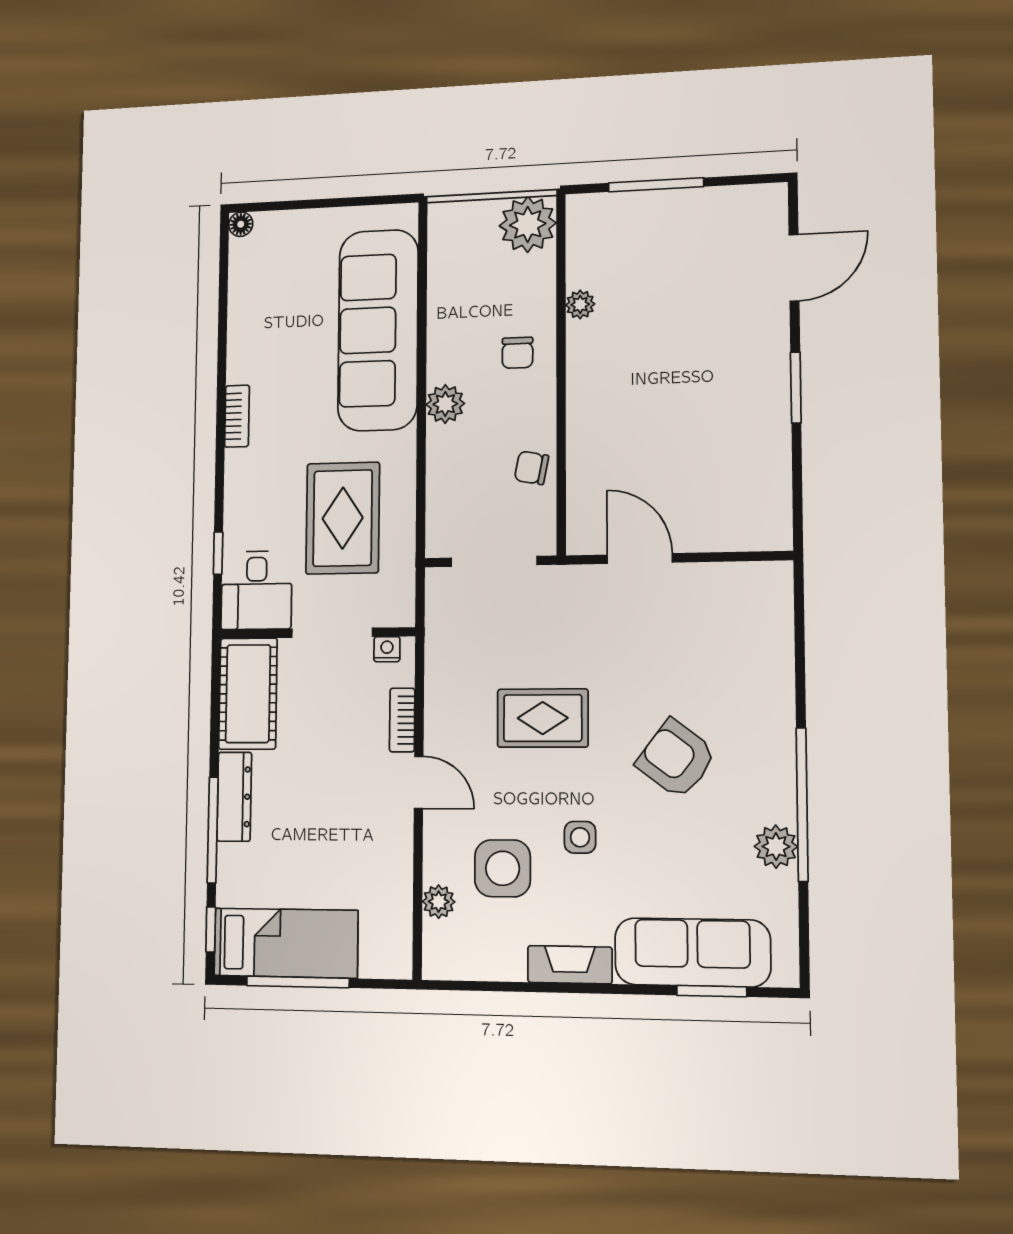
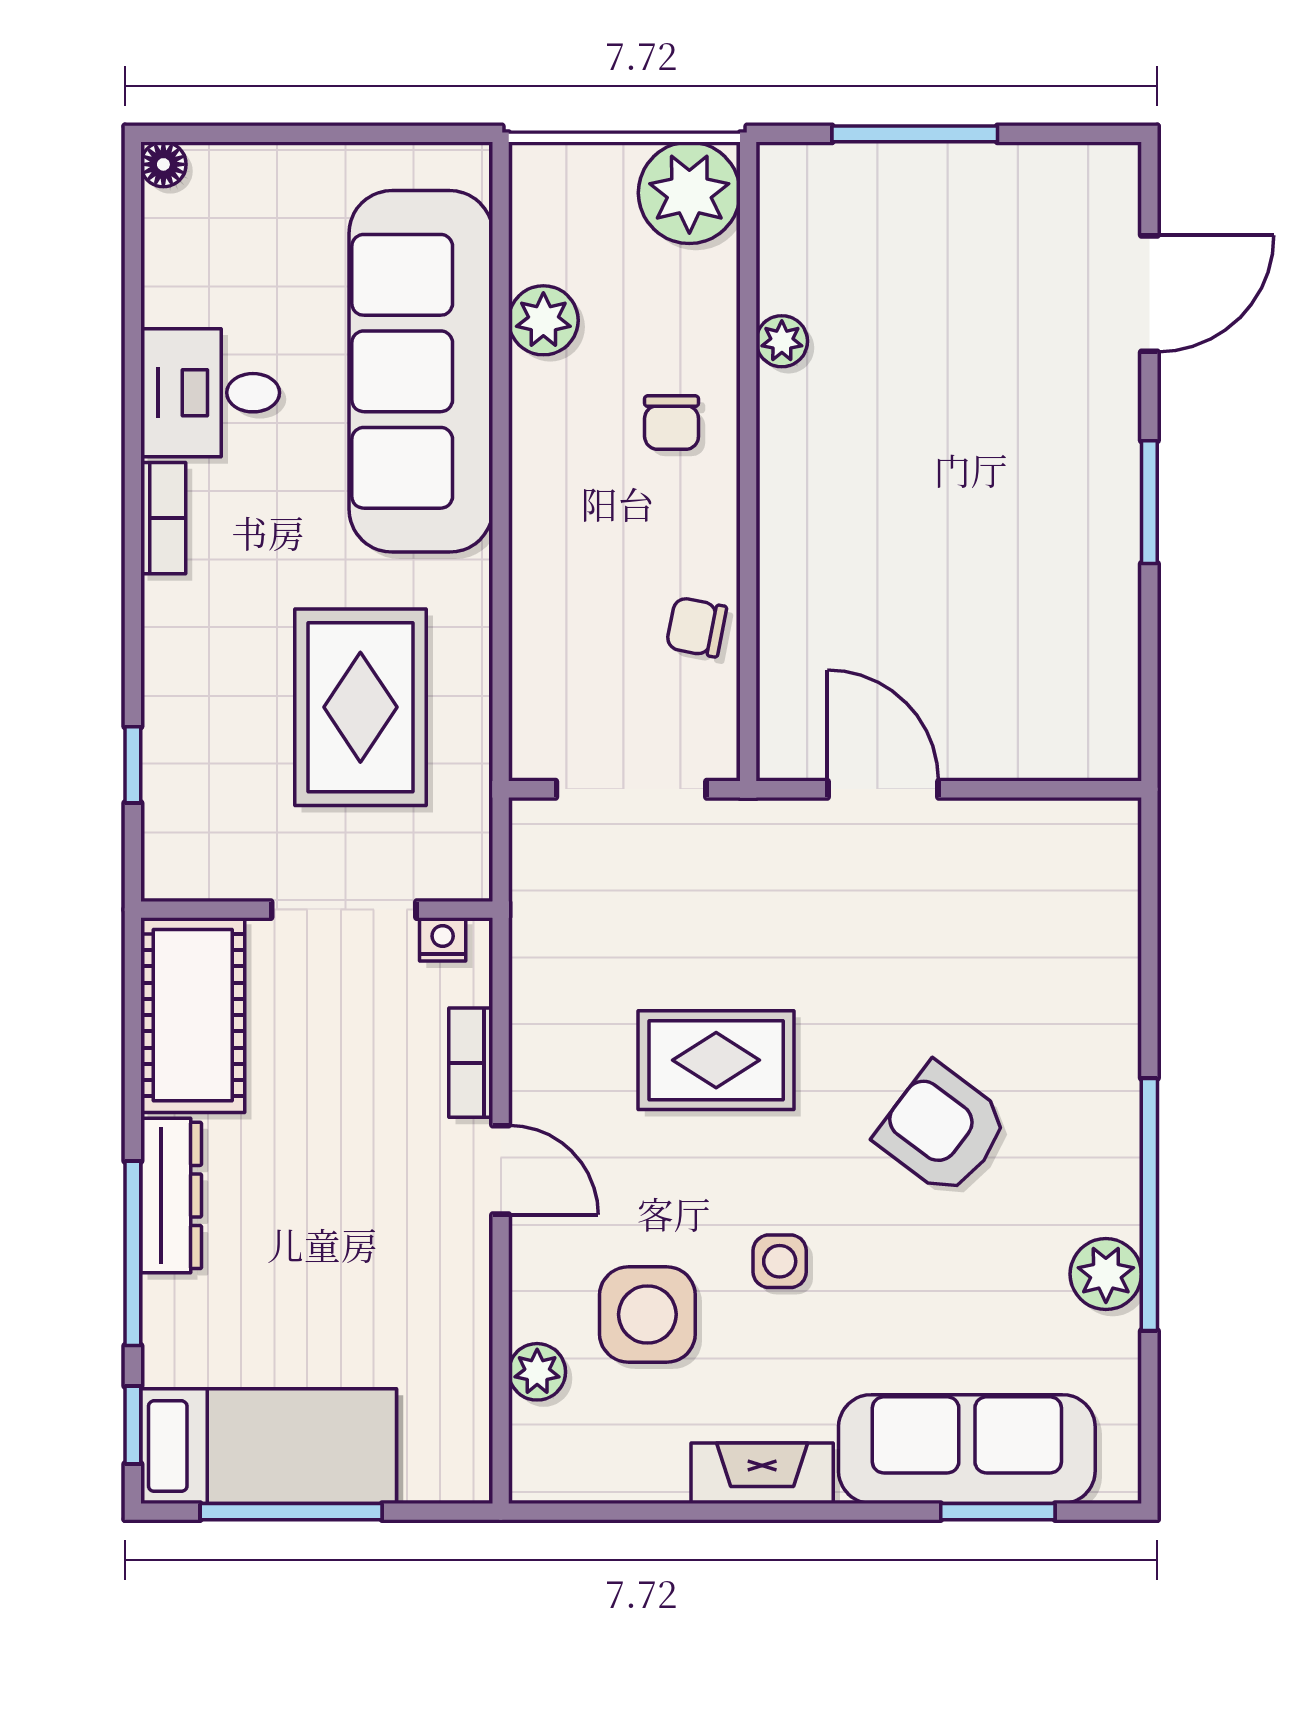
plant: (445, 404) -> (543, 320), moved
desk: (257, 590) -> (210, 393), moved, turned 90

